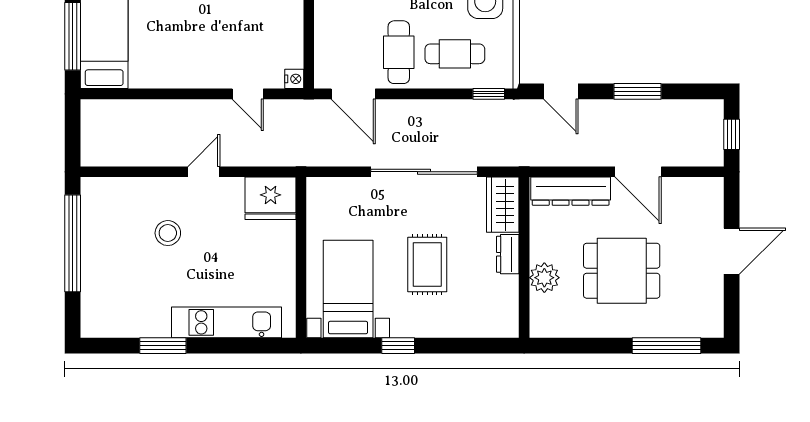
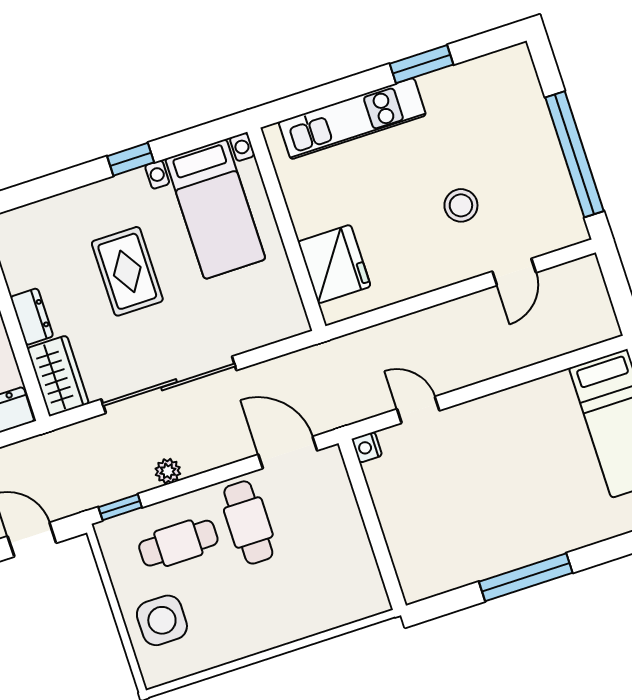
plant: (445, 109) -> (168, 471), added
door: (204, 172) -> (514, 272), moved
fridge: (271, 198) -> (334, 264), moved, turned 90

